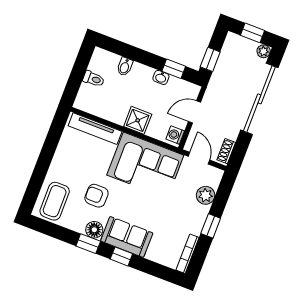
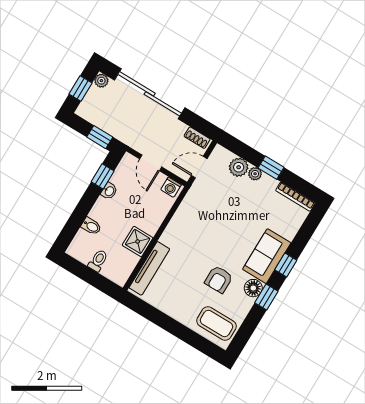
shower: (138, 120) -> (138, 241), moved
corner sofa: (145, 165) -> (196, 224), removed
plant: (202, 212) -> (255, 174), added

